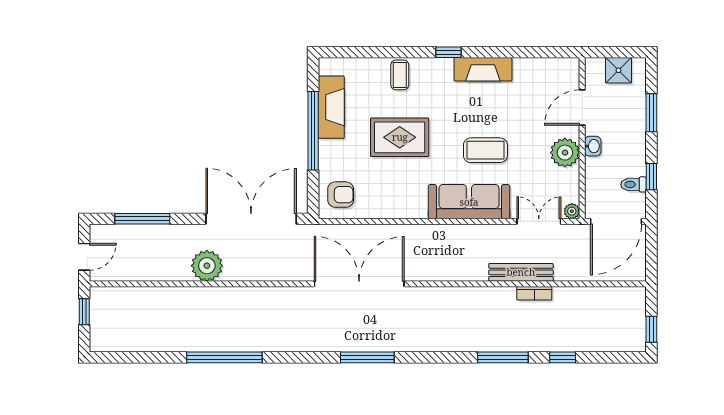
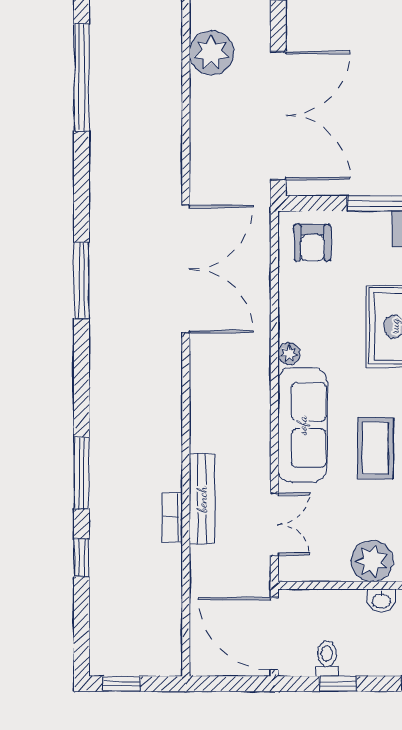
plant: (572, 211) -> (289, 354), moved

